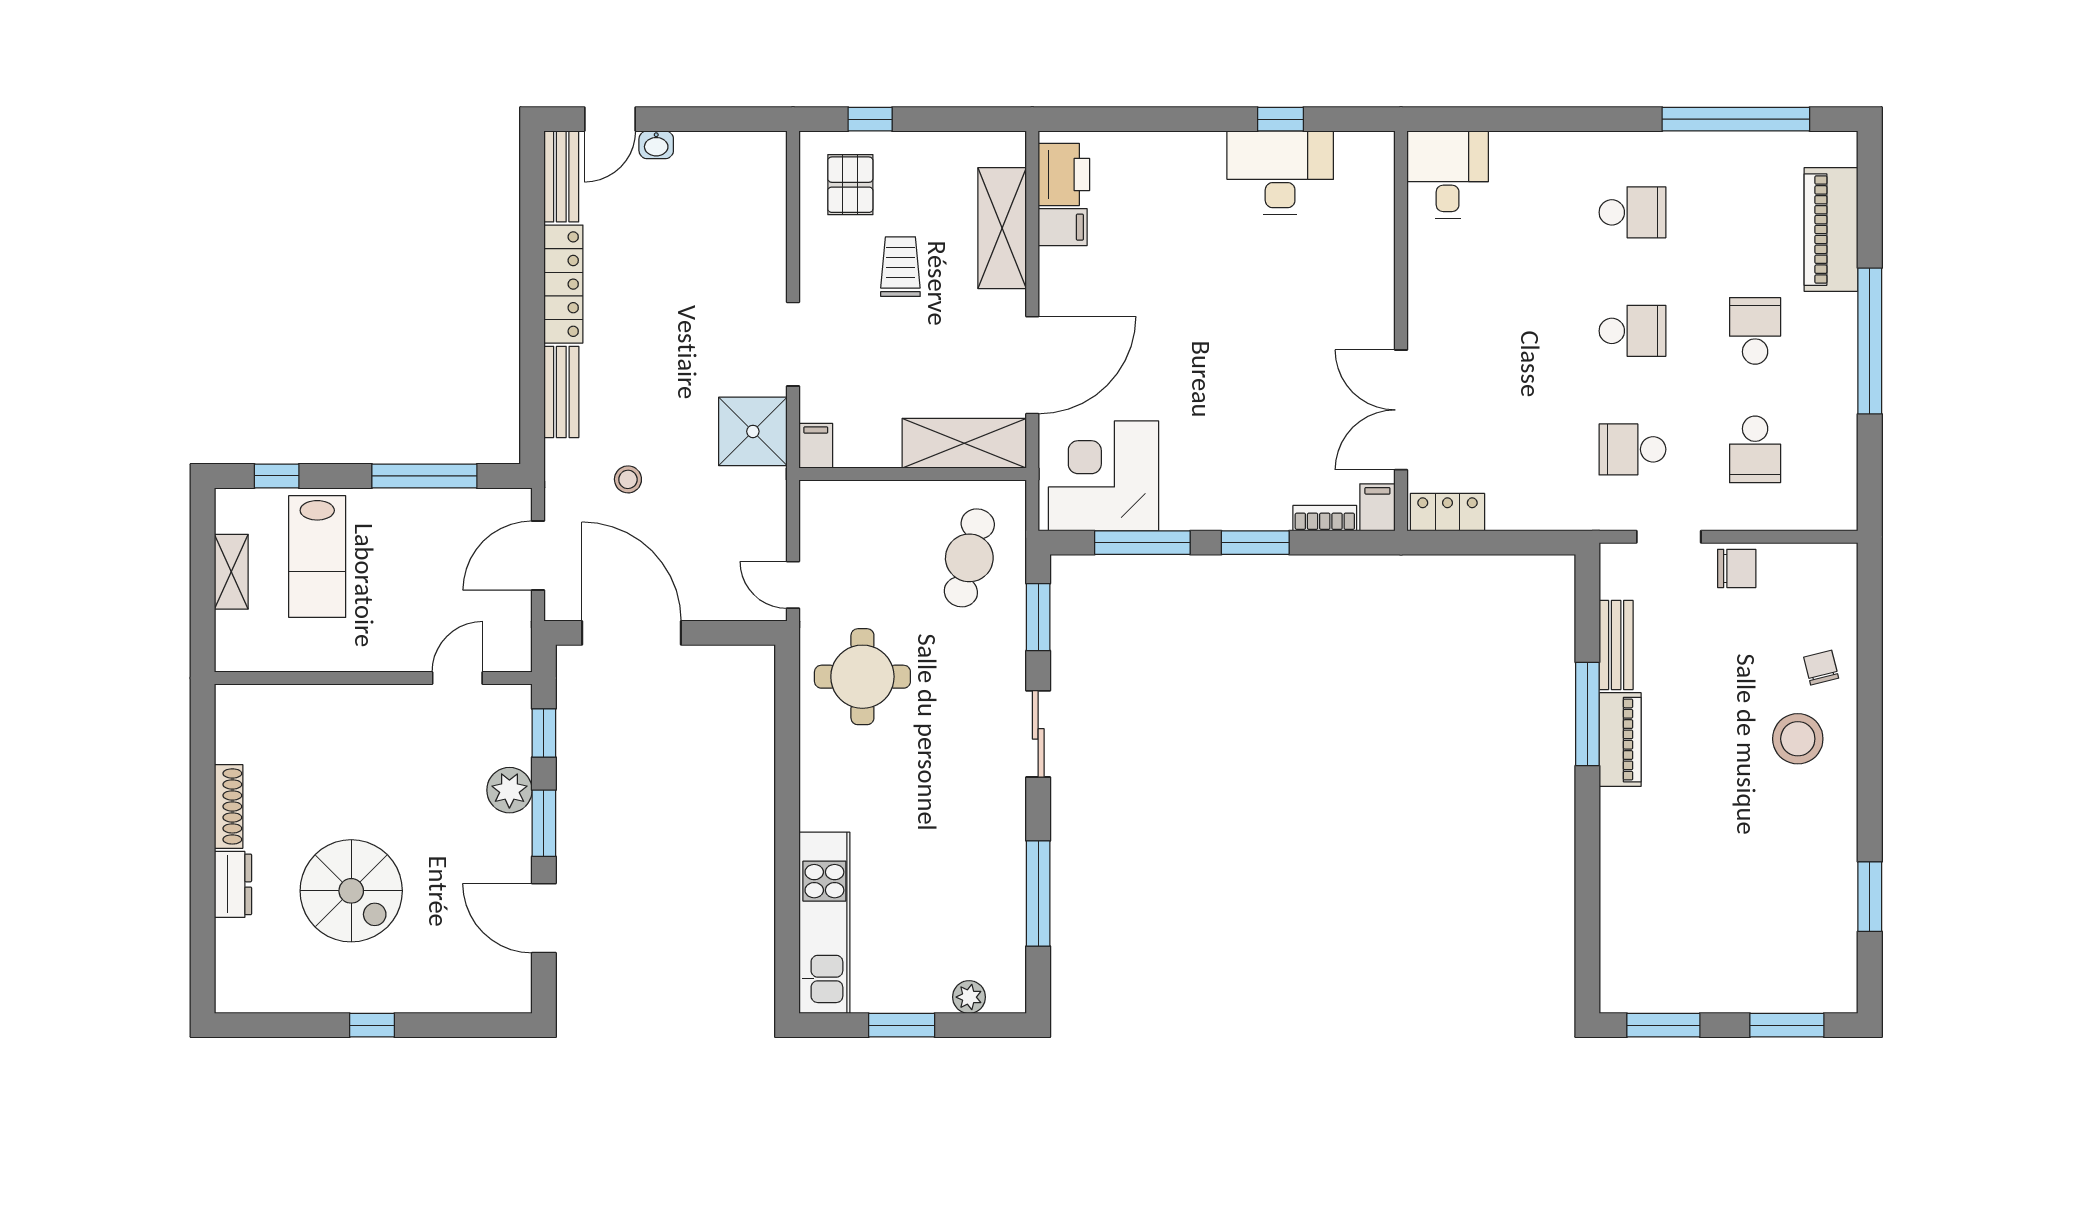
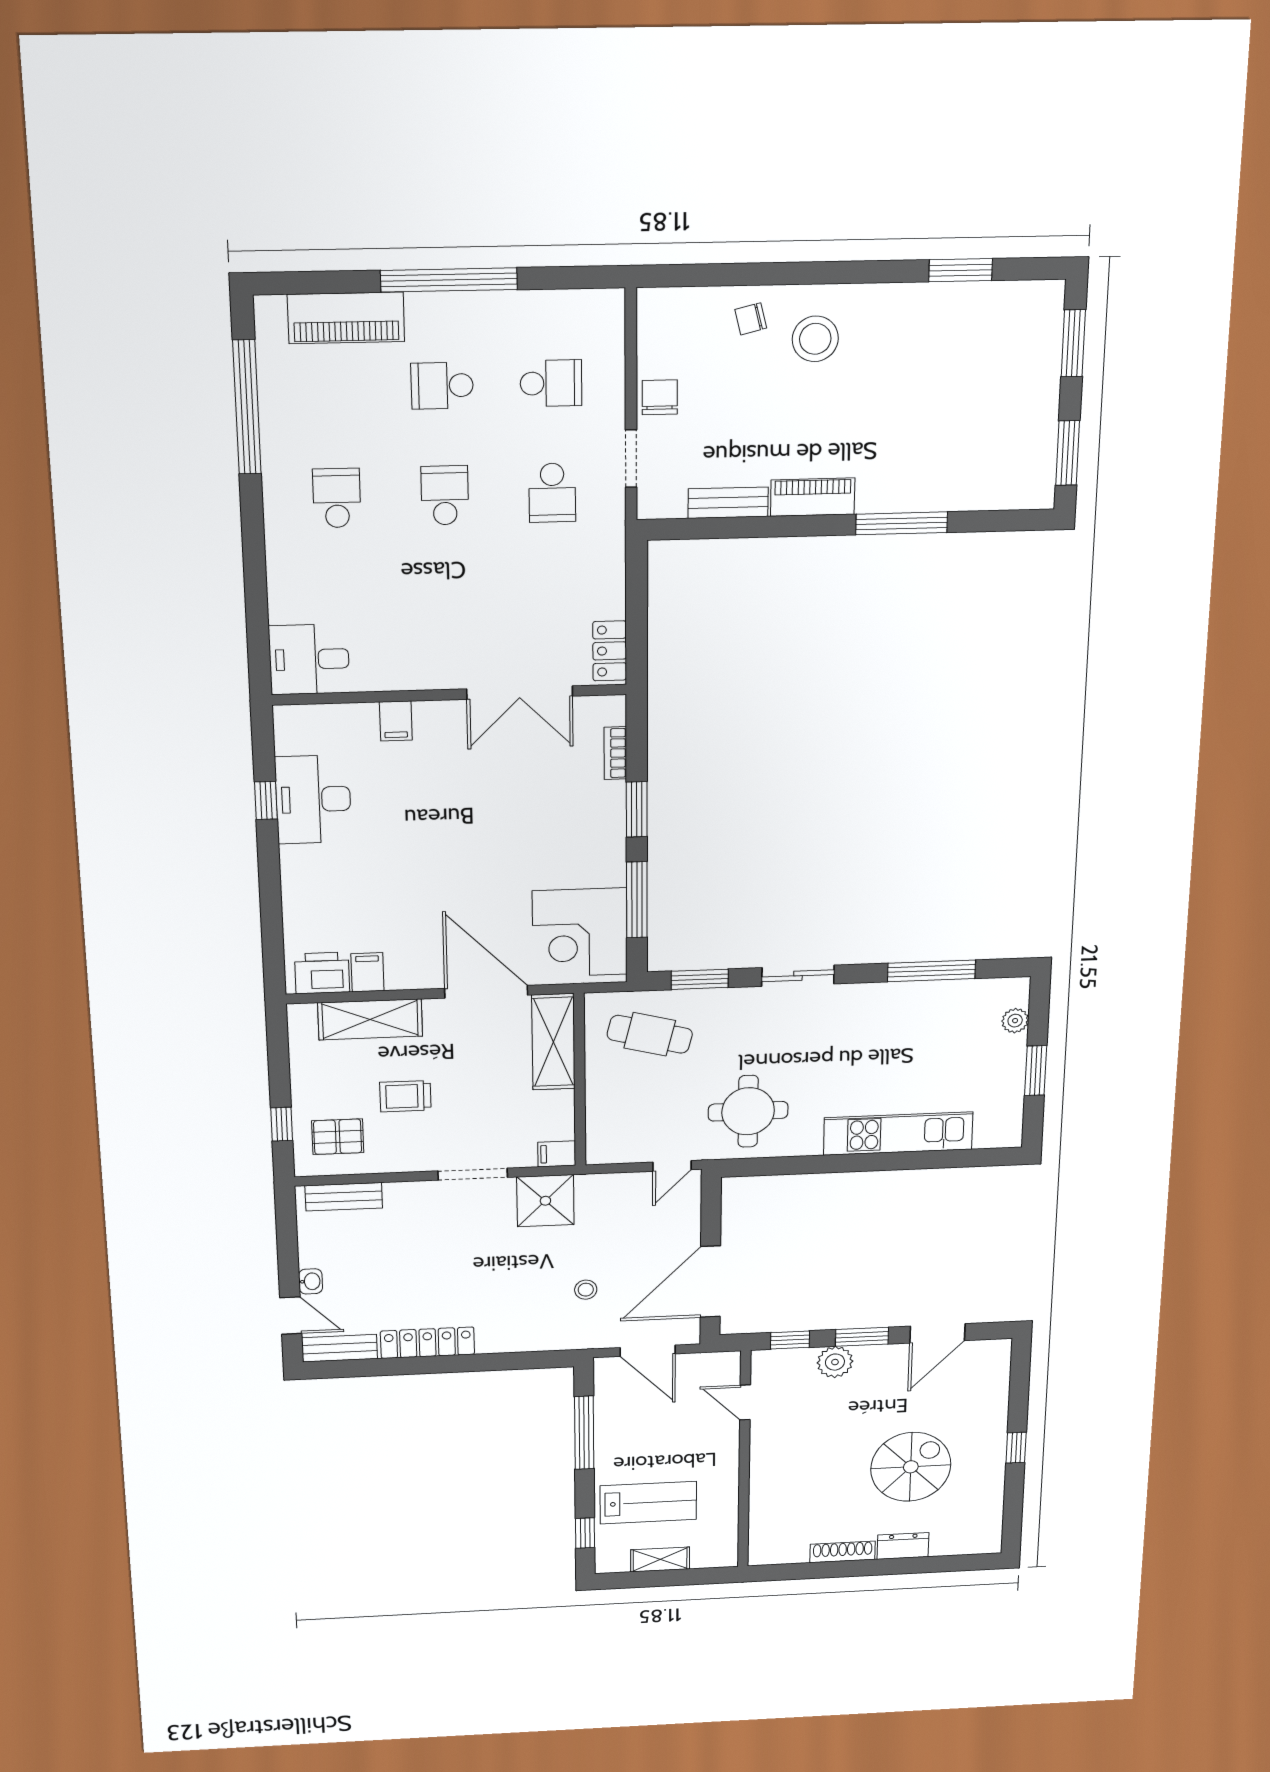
bench: (561, 392) -> (344, 1197), moved
filing cabinet: (1377, 507) -> (396, 721), moved, turned -90
window: (1587, 714) -> (902, 523), moved
kitchen unit: (824, 923) -> (898, 1133), moved

